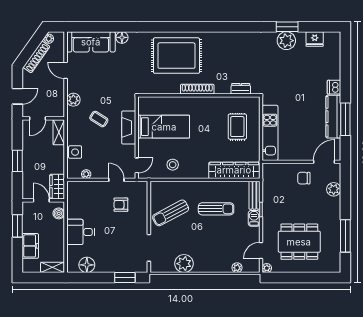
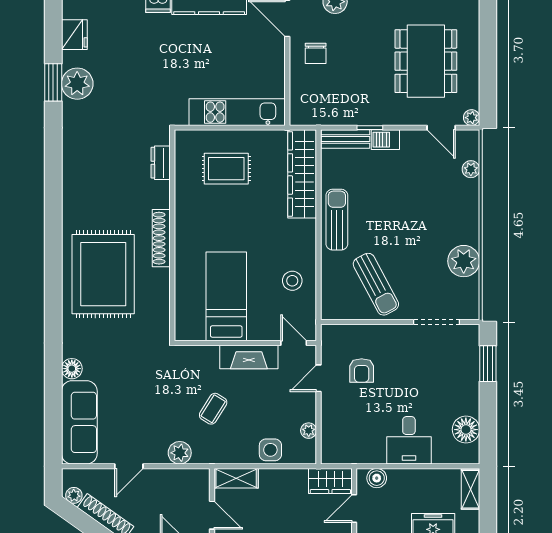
fireplace: (129, 127) -> (249, 357), moved
sun lounger: (216, 209) -> (337, 220), moved

